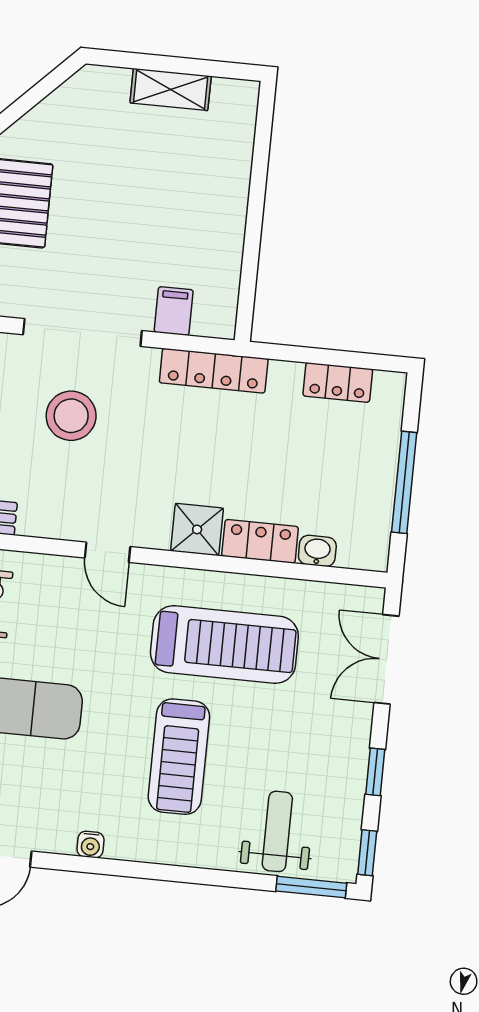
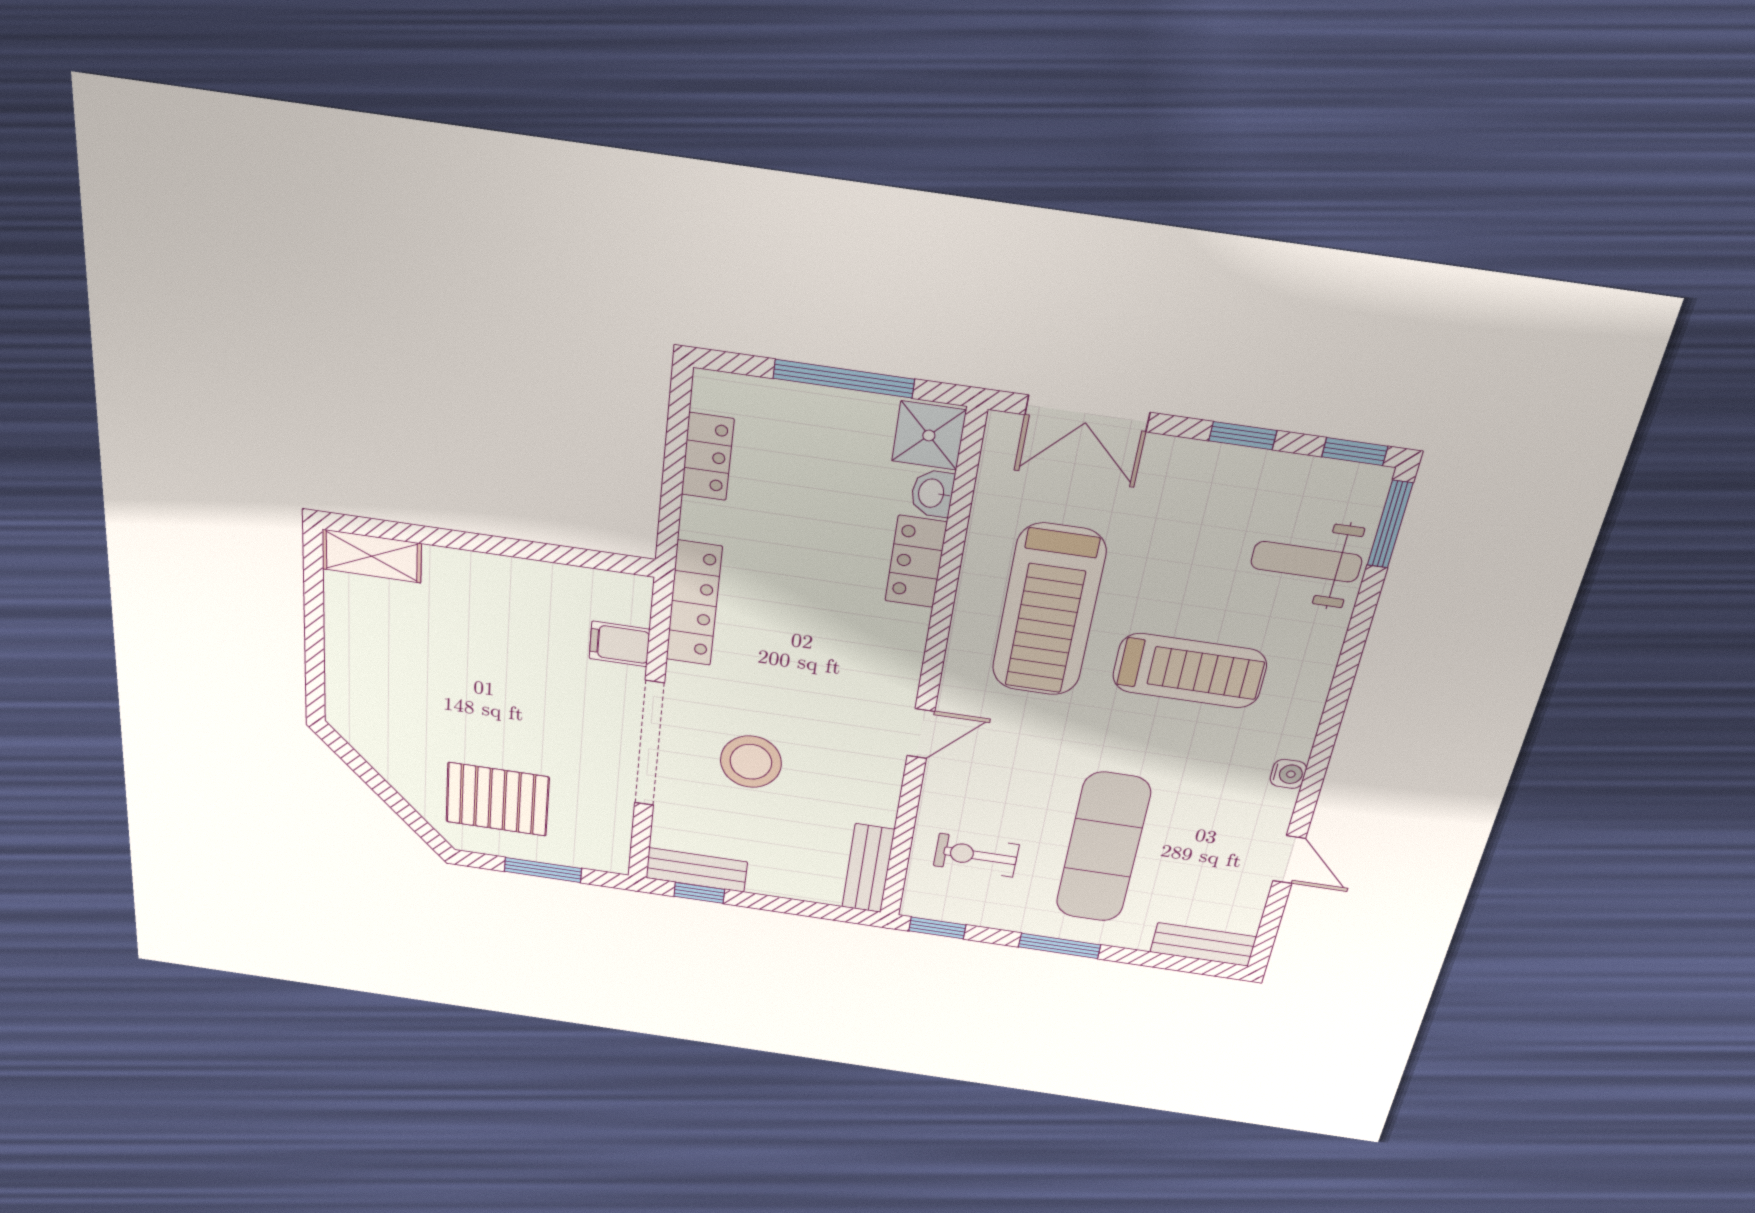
shelving: (171, 89) -> (372, 556), moved, turned 90
shower: (197, 529) -> (929, 436), moved
treadmill: (224, 644) -> (1049, 611), turned 180

